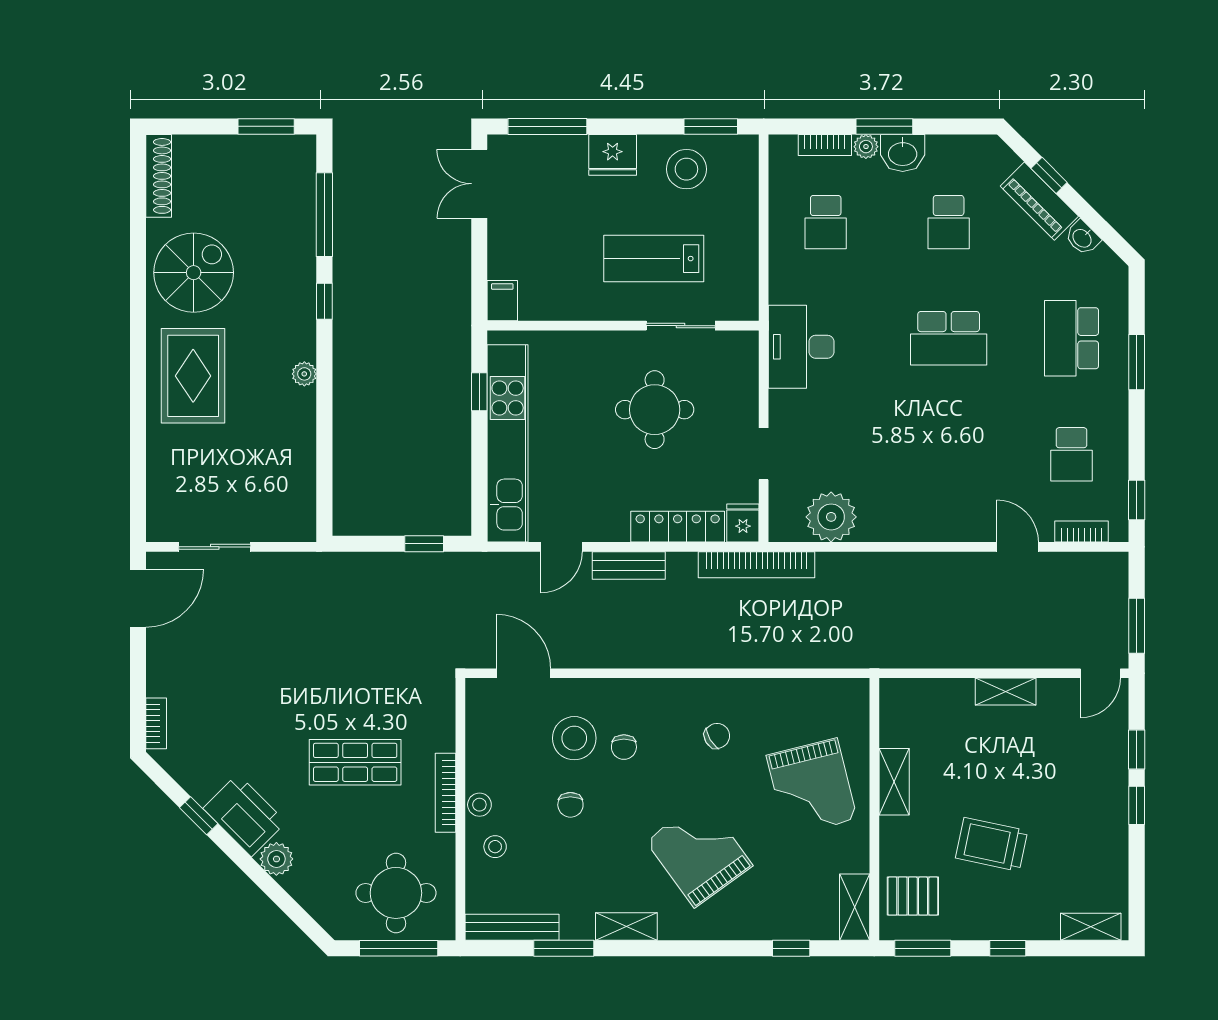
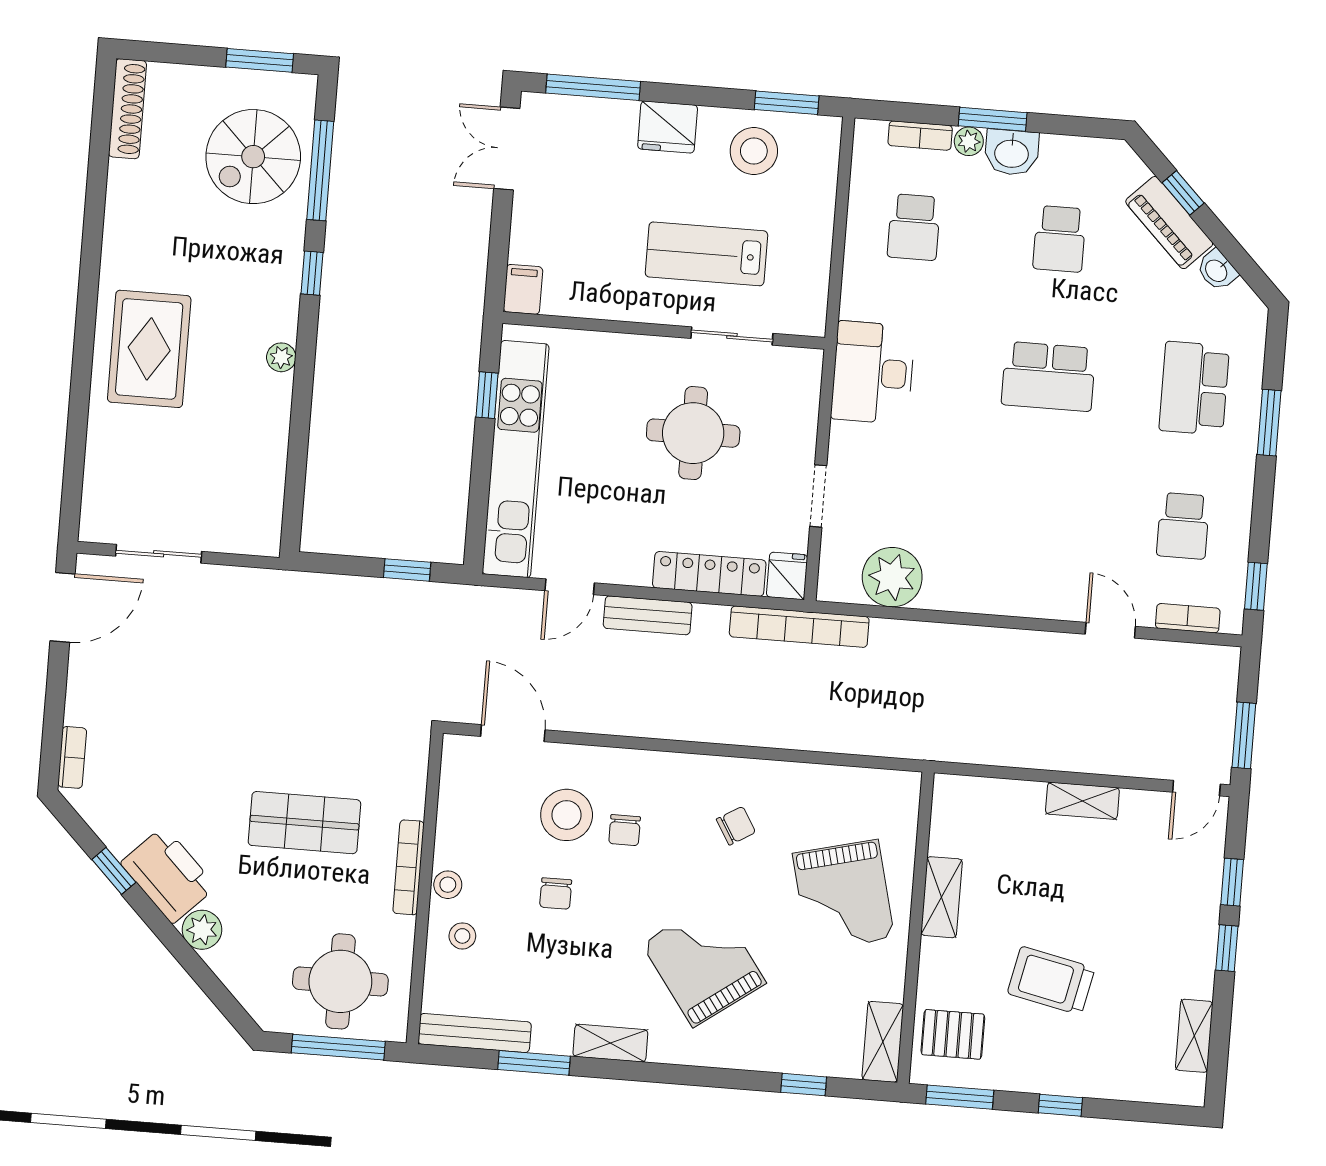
spiral stairs: (194, 273) -> (253, 157), moved, turned 180
shelving: (1091, 927) -> (1194, 1036), moved, turned 90

